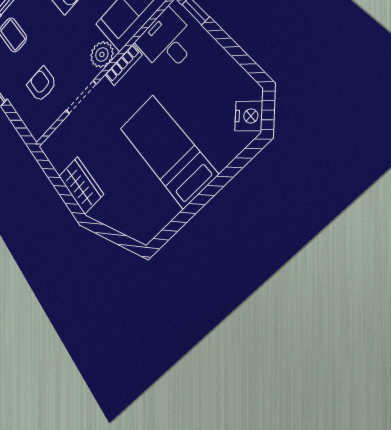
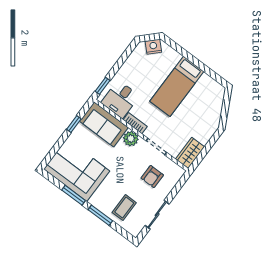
wardrobe: (81, 185) -> (190, 153), moved

